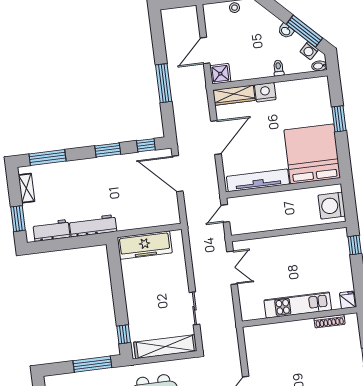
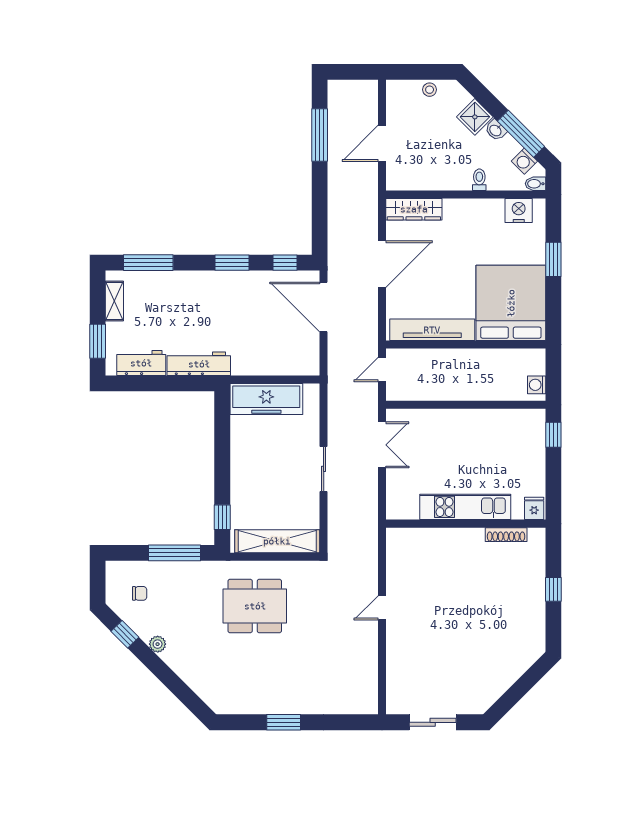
shower: (220, 74) -> (475, 117), moved, turned 45
window: (164, 83) -> (320, 135), moved
nightstand: (265, 92) -> (519, 211), moved
washing machine: (332, 206) -> (537, 385), width x0.53, depth x0.53
sliding door: (194, 308) -> (324, 469), moved

